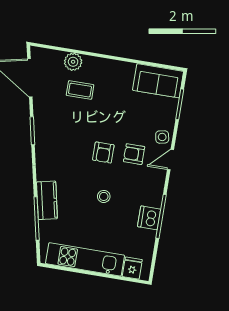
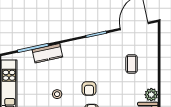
plant: (73, 62) -> (151, 95), moved
armchair: (103, 152) -> (89, 89), turned -90

